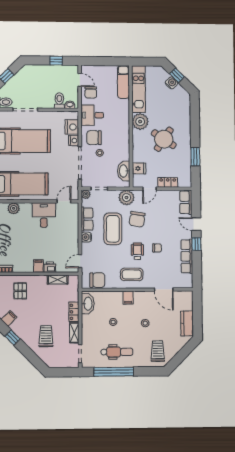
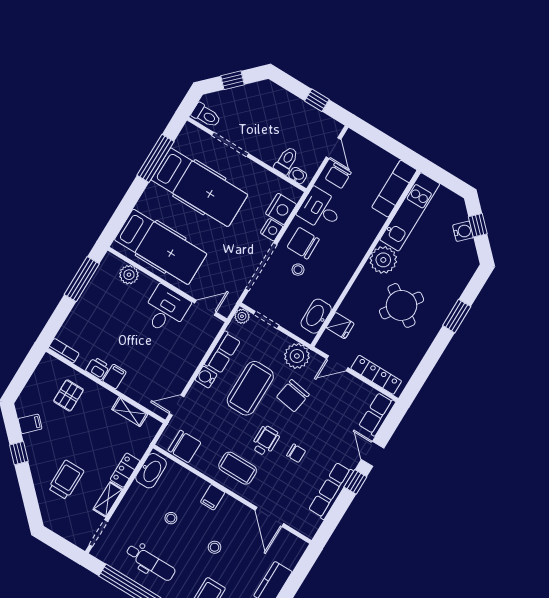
window: (195, 157) -> (457, 316), moved
locker: (168, 182) -> (376, 375), width x1.53
printer: (50, 267) -> (98, 368), moved

